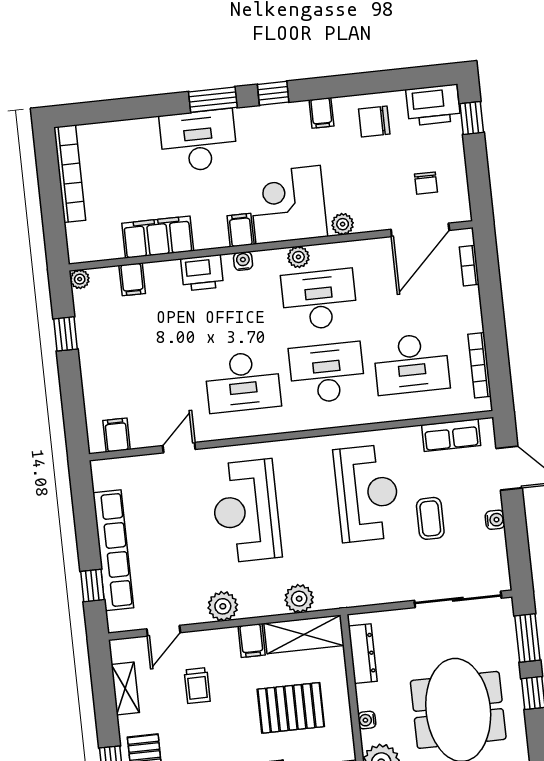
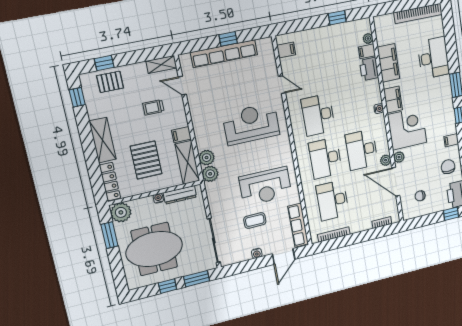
desk: (198, 141) -> (433, 58), moved
filing cabinet: (241, 230) -> (393, 100), width x2.00
door: (420, 230) -> (396, 182), moved
plant: (298, 257) -> (386, 160), moved
printer: (202, 273) -> (369, 69), moved
plant: (80, 279) -> (368, 38), moved
desk: (319, 300) -> (362, 150), turned 180
desk: (327, 373) -> (325, 158), turned 180
row of seats: (451, 435) -> (298, 225), width x1.48
window: (92, 585) -> (228, 39), moved
plant: (223, 606) -> (210, 174), moved
shelving: (125, 689) -> (161, 65), moved
water cooler: (367, 720) -> (158, 198), moved

